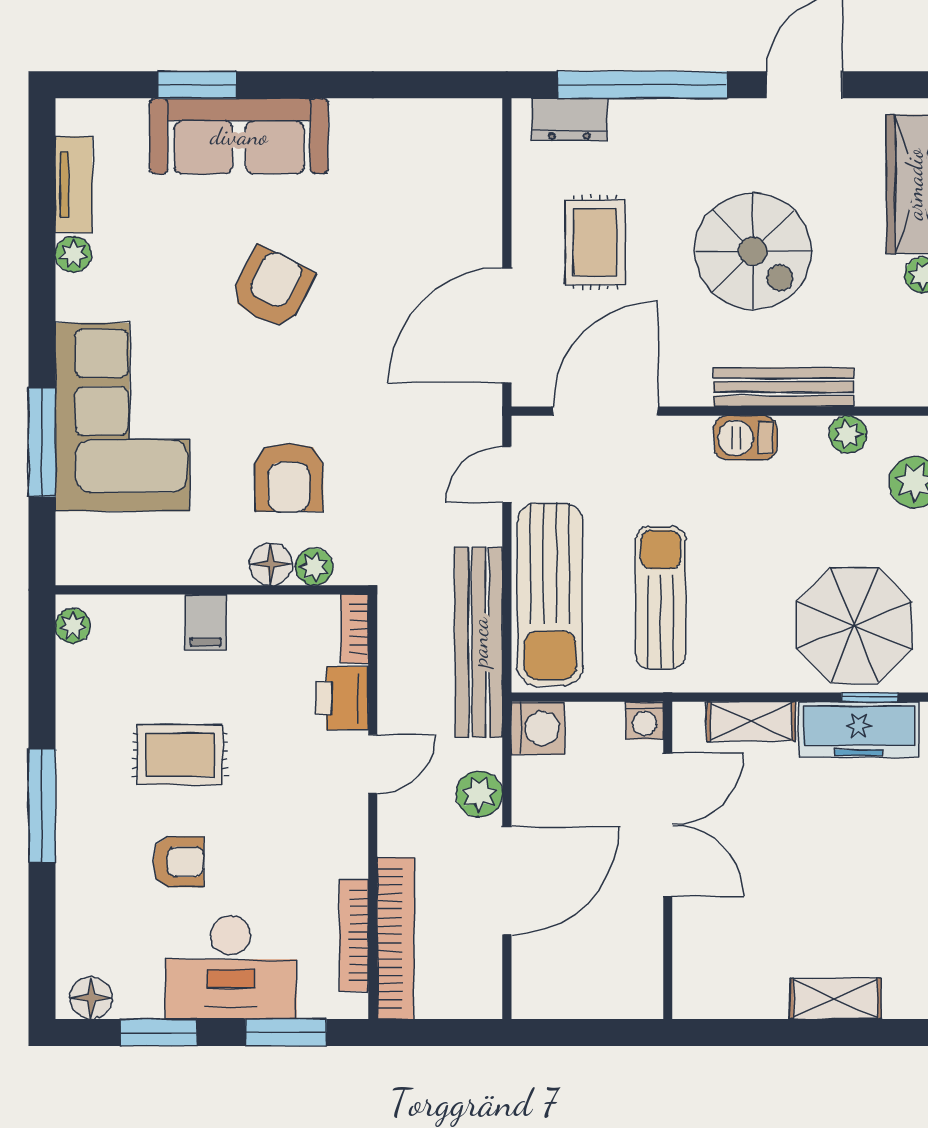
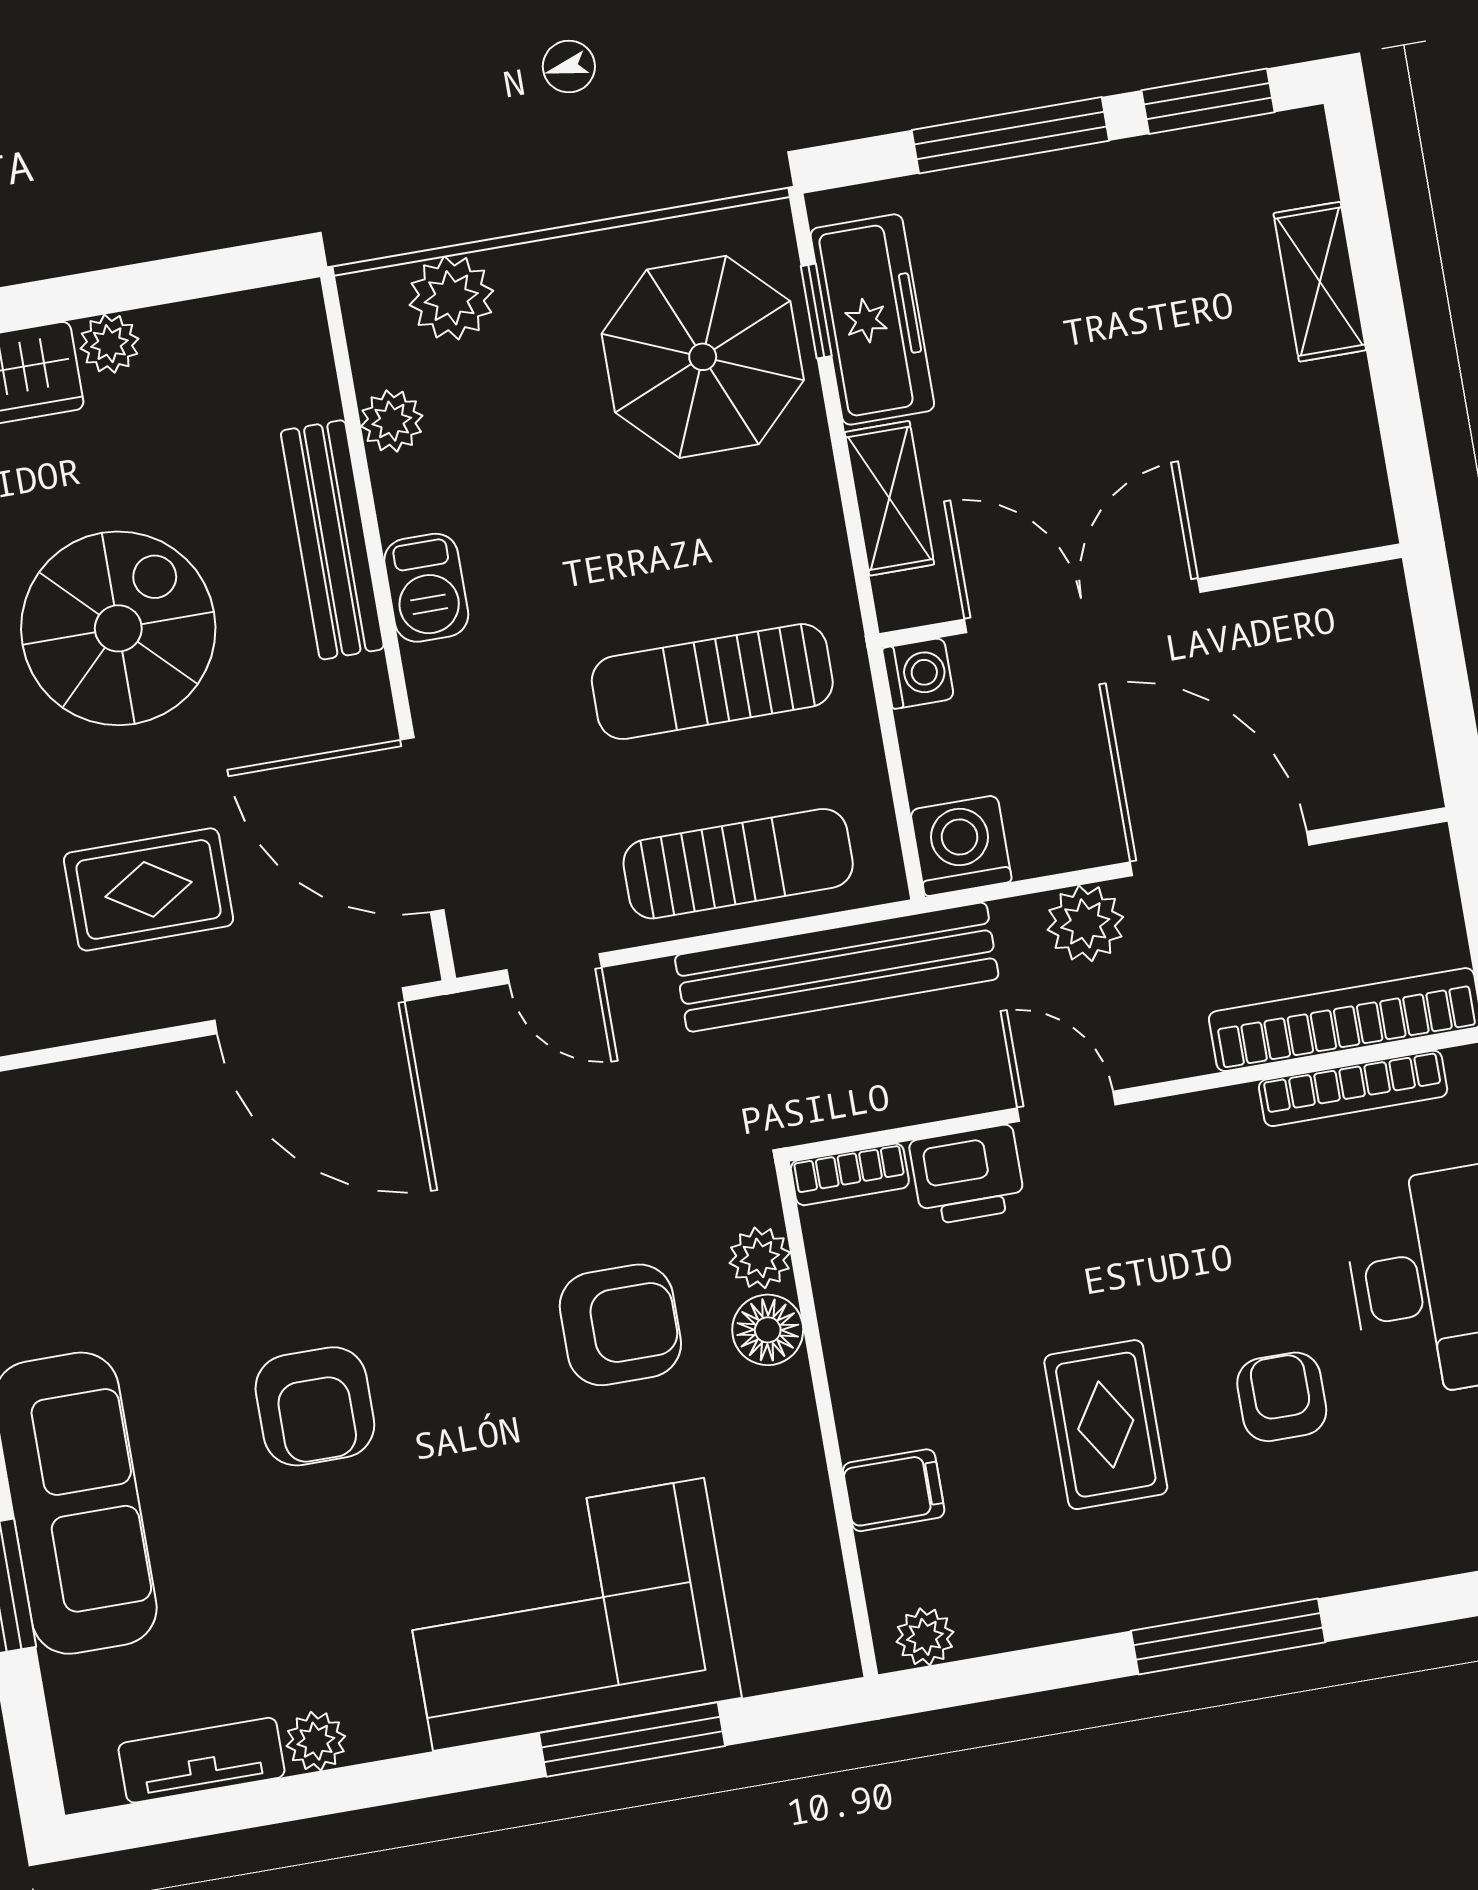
armchair: (272, 288) -> (315, 1406), turned -117
sun lounger: (550, 594) -> (738, 864), width x0.73, depth x0.75
filing cabinet: (206, 622) -> (894, 1490), moved

